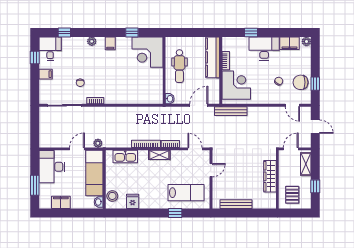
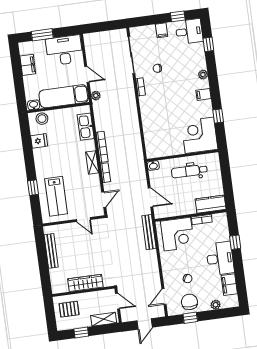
plant: (306, 41) -> (216, 305), moved
kitchen counter: (213, 57) -> (211, 204), width x0.67

